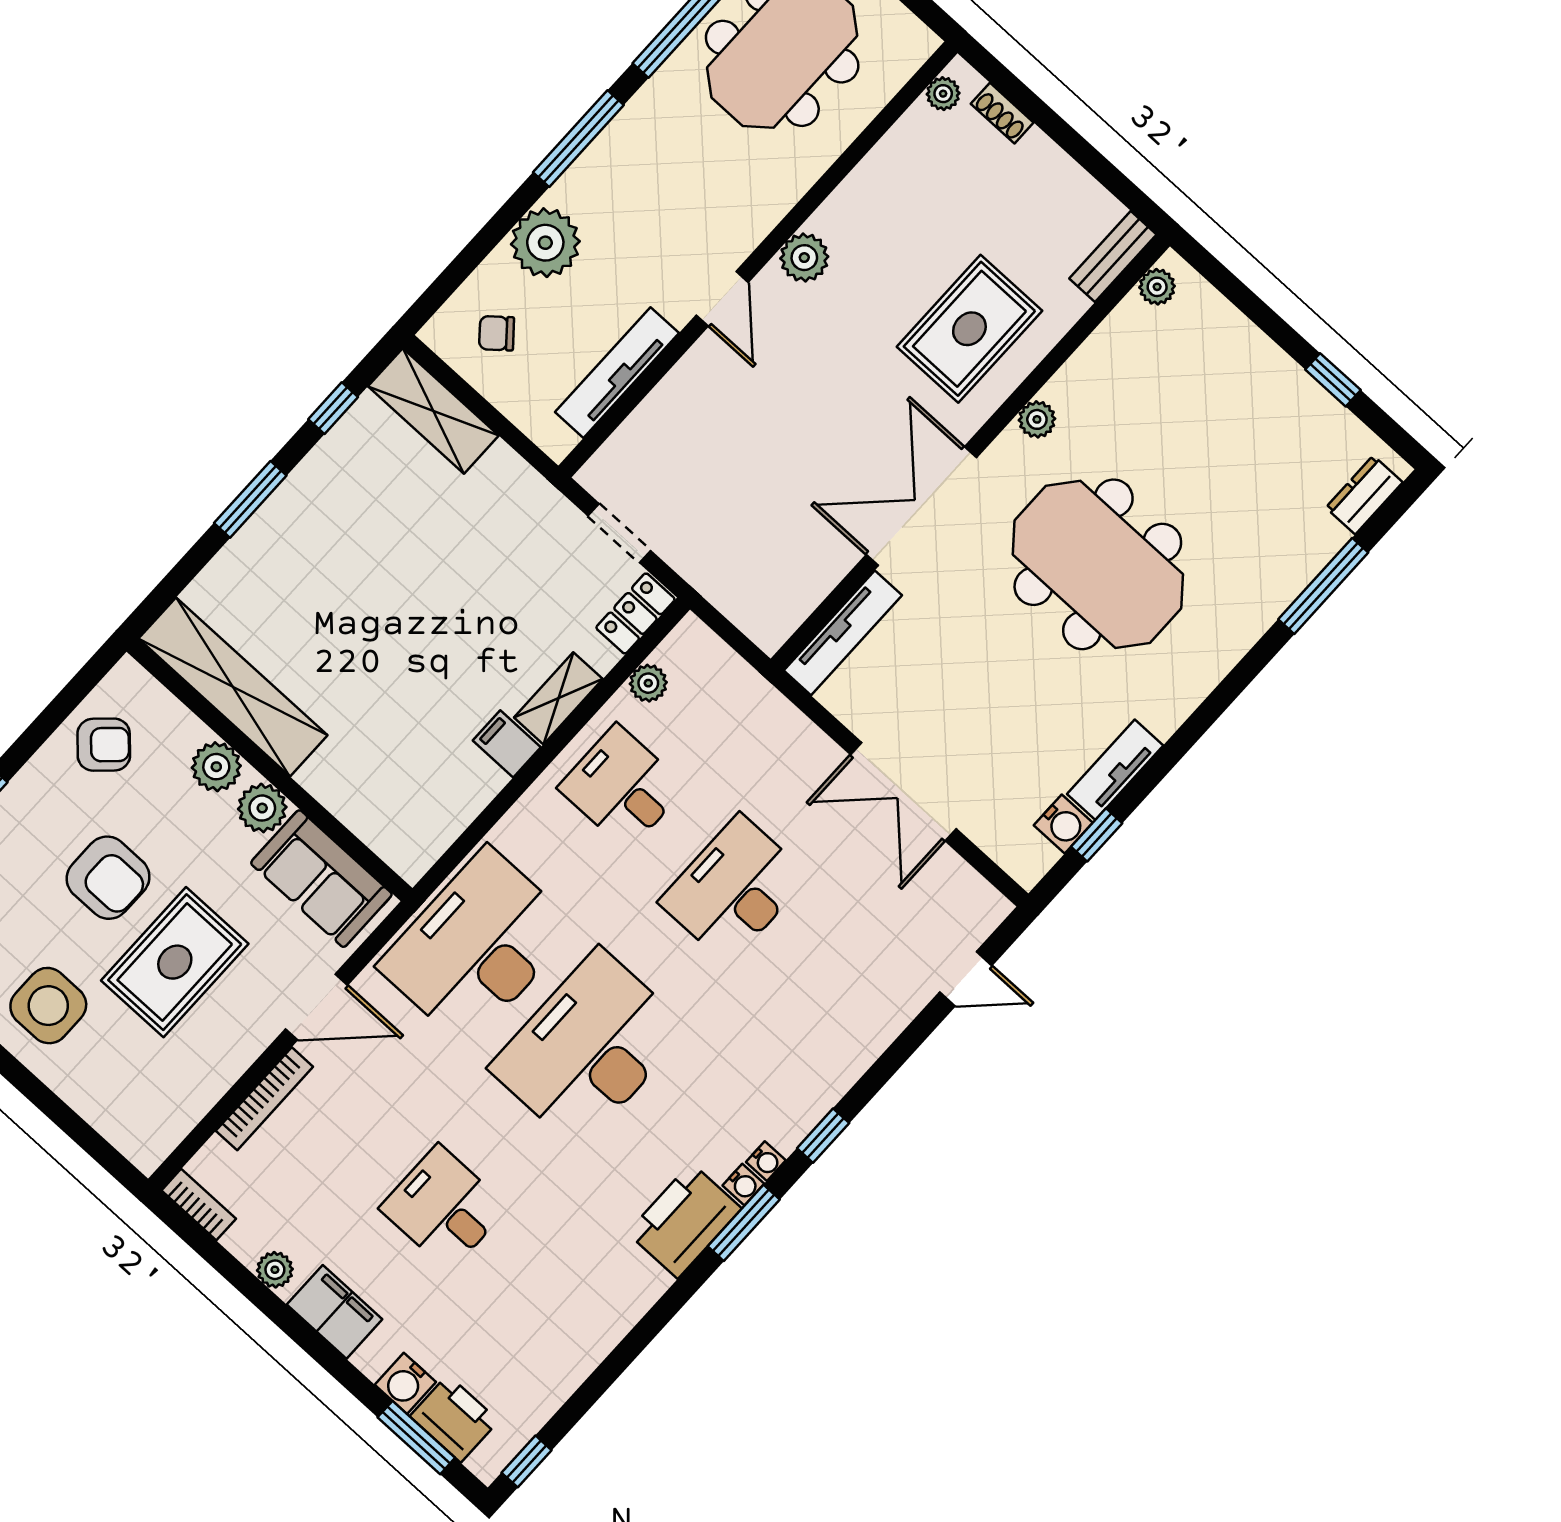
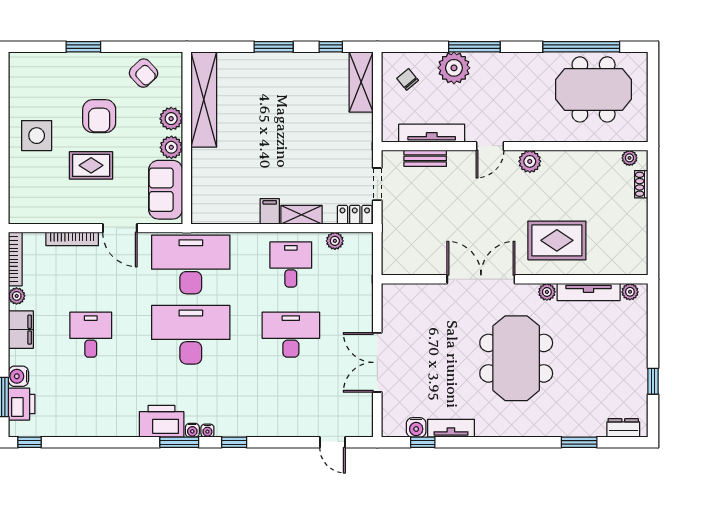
window: (578, 139) -> (474, 47), moved
bench: (1113, 257) -> (425, 158), moved
window: (1323, 586) -> (579, 442), width x0.69
tv unit: (843, 633) -> (589, 292), moved
rug: (175, 962) -> (91, 165), width x0.73, depth x0.70
bookcase: (199, 1205) -> (15, 259), width x1.56

